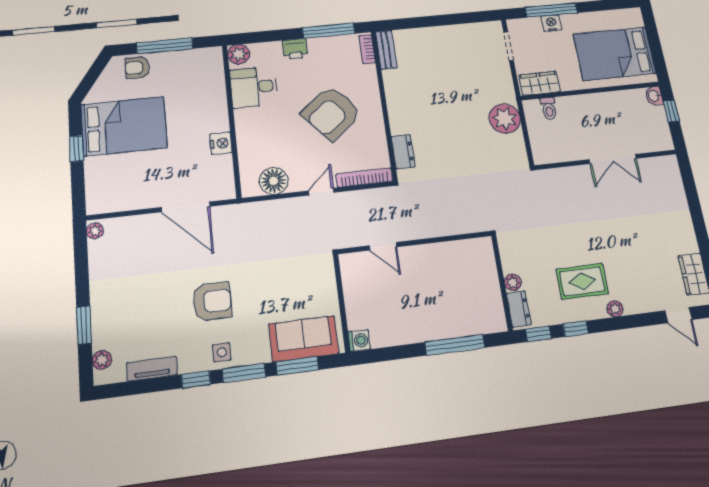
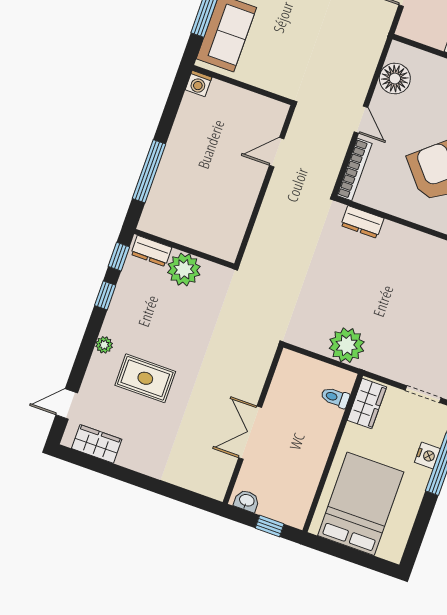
washbasin: (654, 96) -> (247, 501), moved
rug: (582, 281) -> (145, 378), moved, turned 90
plant: (513, 282) -> (184, 269), width x1.88, depth x1.88

